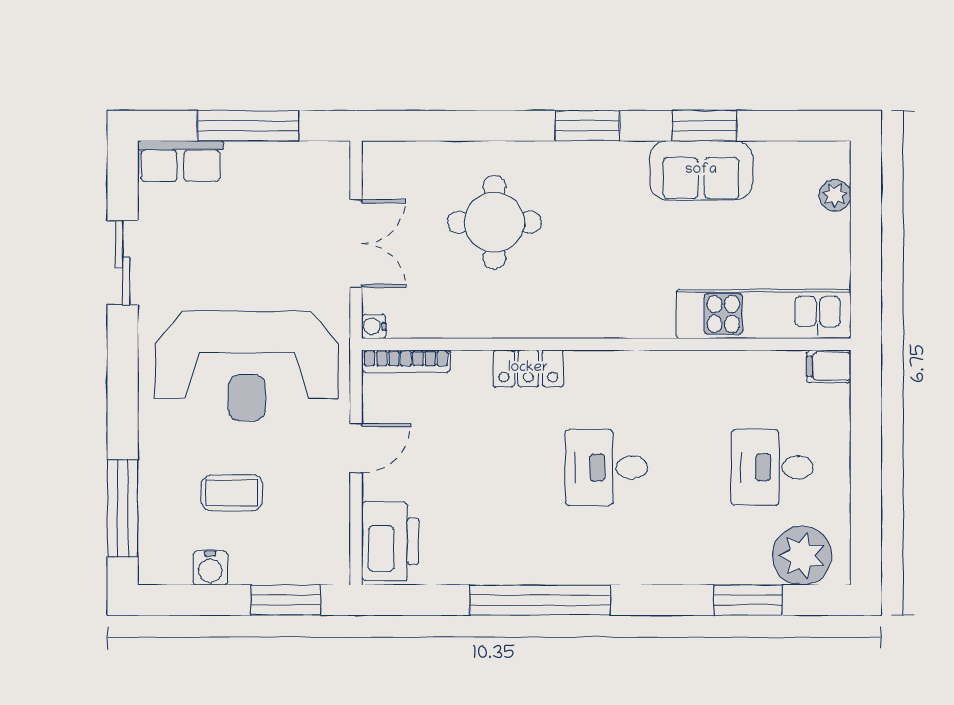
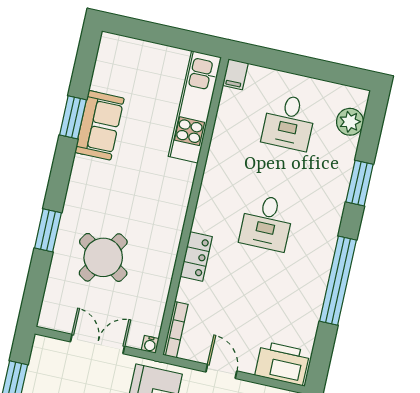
window: (587, 126) -> (48, 230), moved
plant: (835, 195) -> (133, 48), removed
round table: (494, 222) -> (103, 257), turned 33
plant: (802, 556) -> (350, 122), width x0.73, depth x0.73
window: (748, 600) -> (360, 183), moved

